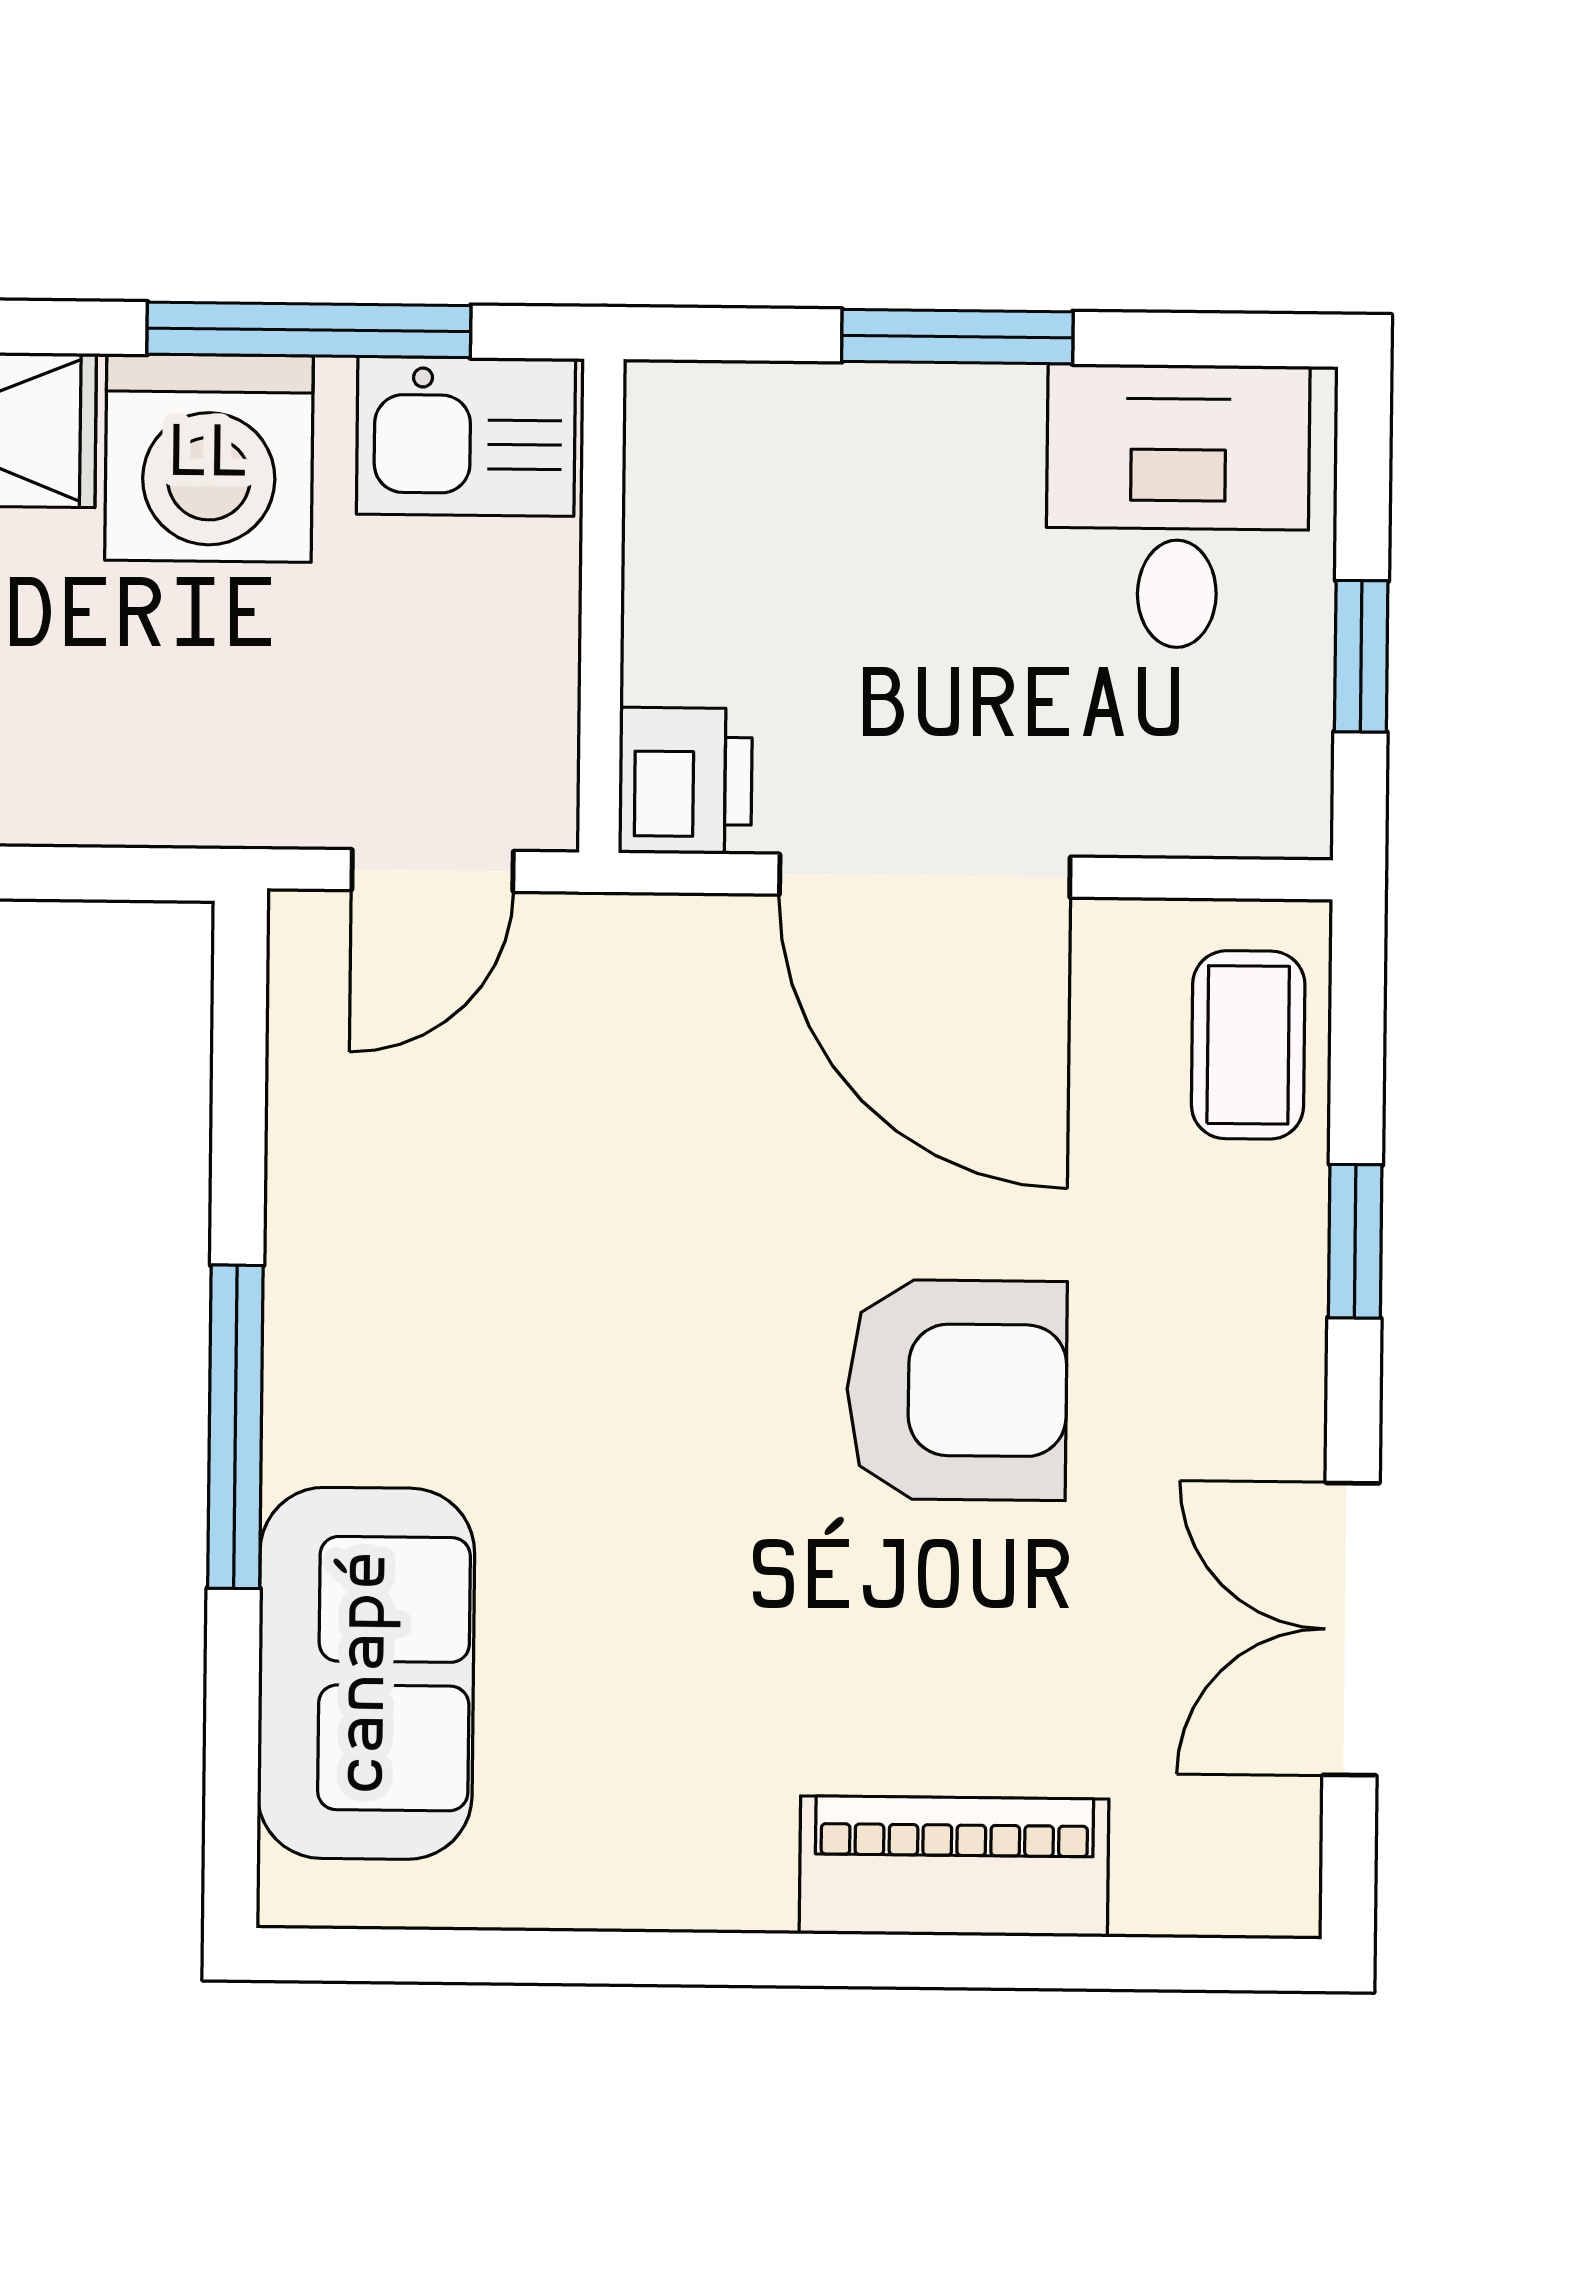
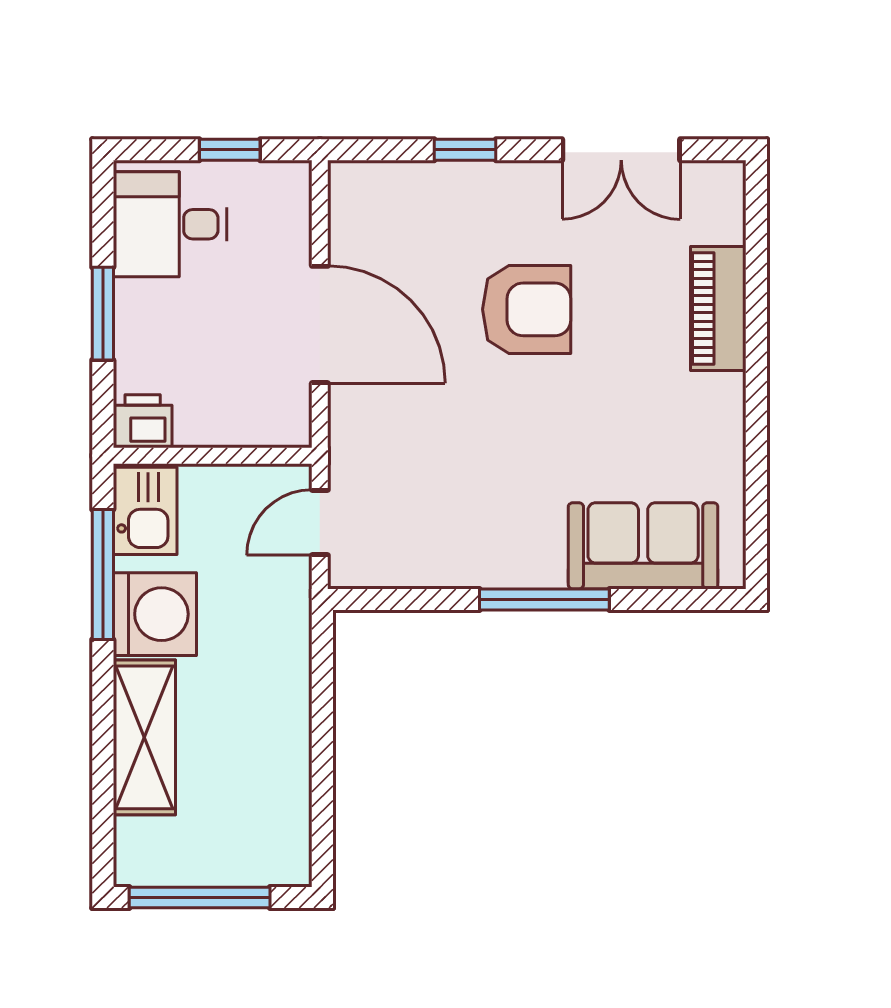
printer: (685, 781) -> (143, 421), moved
door: (433, 871) -> (320, 522), swing flipped
door: (925, 876) -> (320, 324), hinge flipped
coffee table: (1248, 1045) -> (387, 194), removed
armchair: (957, 1390) -> (527, 309), turned 90

